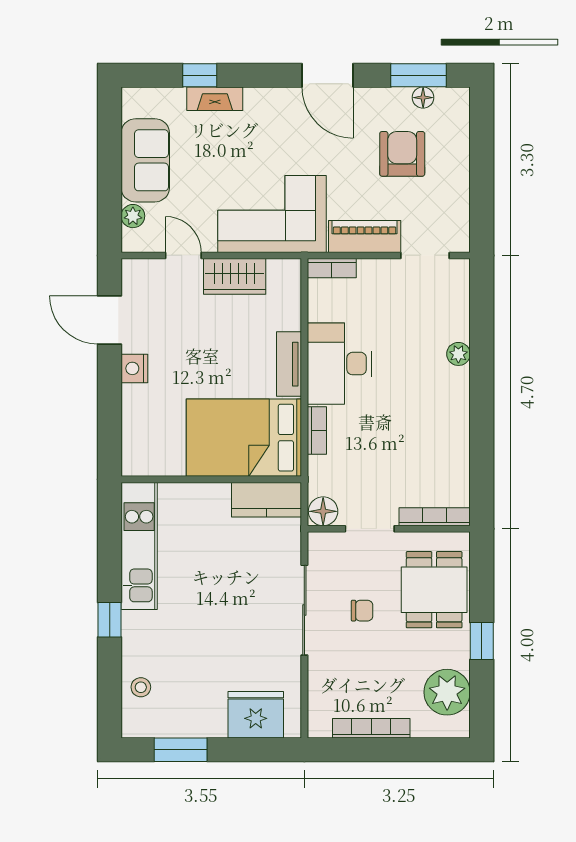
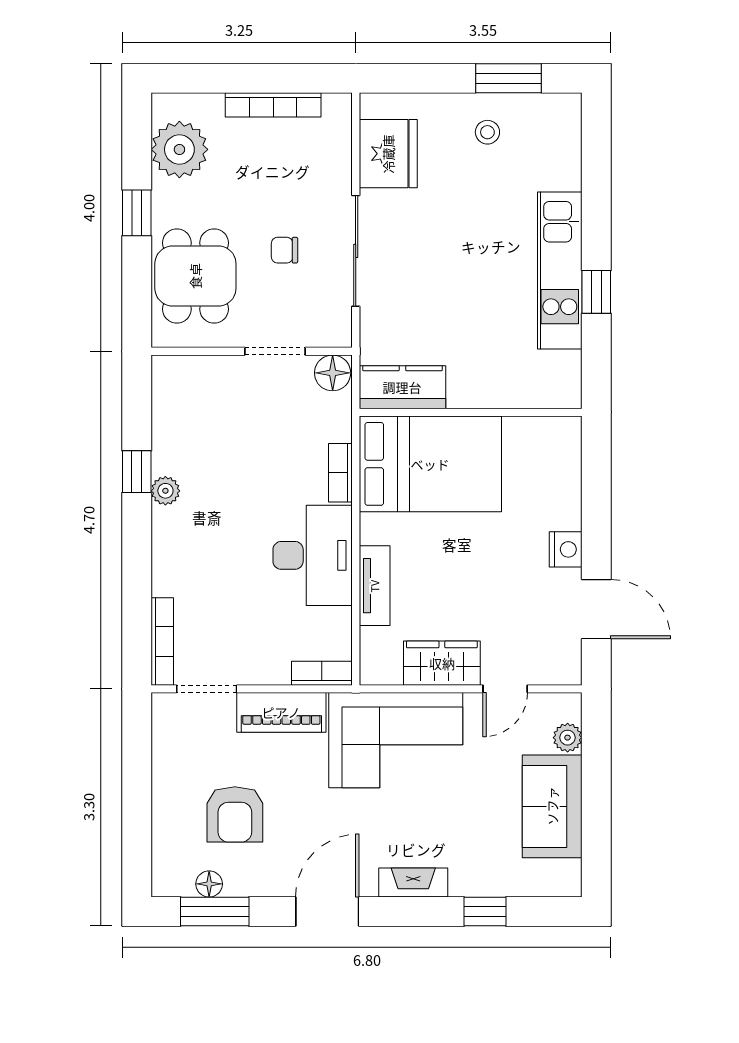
door: (327, 75) -> (327, 912), hinge flipped
fireplace: (215, 99) -> (413, 882), moved
door: (183, 255) -> (505, 689), hinge flipped
plant: (458, 354) -> (165, 491), moved
tv unit: (289, 364) -> (375, 586), moved
window: (482, 431) -> (137, 472), added
bookcase: (435, 517) -> (162, 641), moved, turned -90
kitchen unit: (139, 546) -> (560, 270), moved
window: (110, 620) -> (596, 292), moved
stool: (141, 687) -> (487, 132), moved
fridge: (256, 715) -> (388, 154), moved, turned -90

